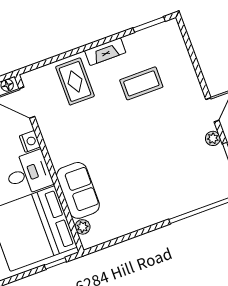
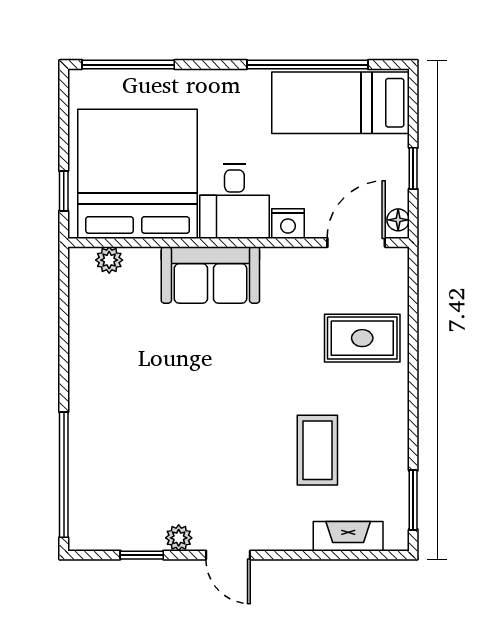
fireplace: (105, 52) -> (348, 536), moved, turned 90
sofa: (78, 190) -> (210, 275), moved

